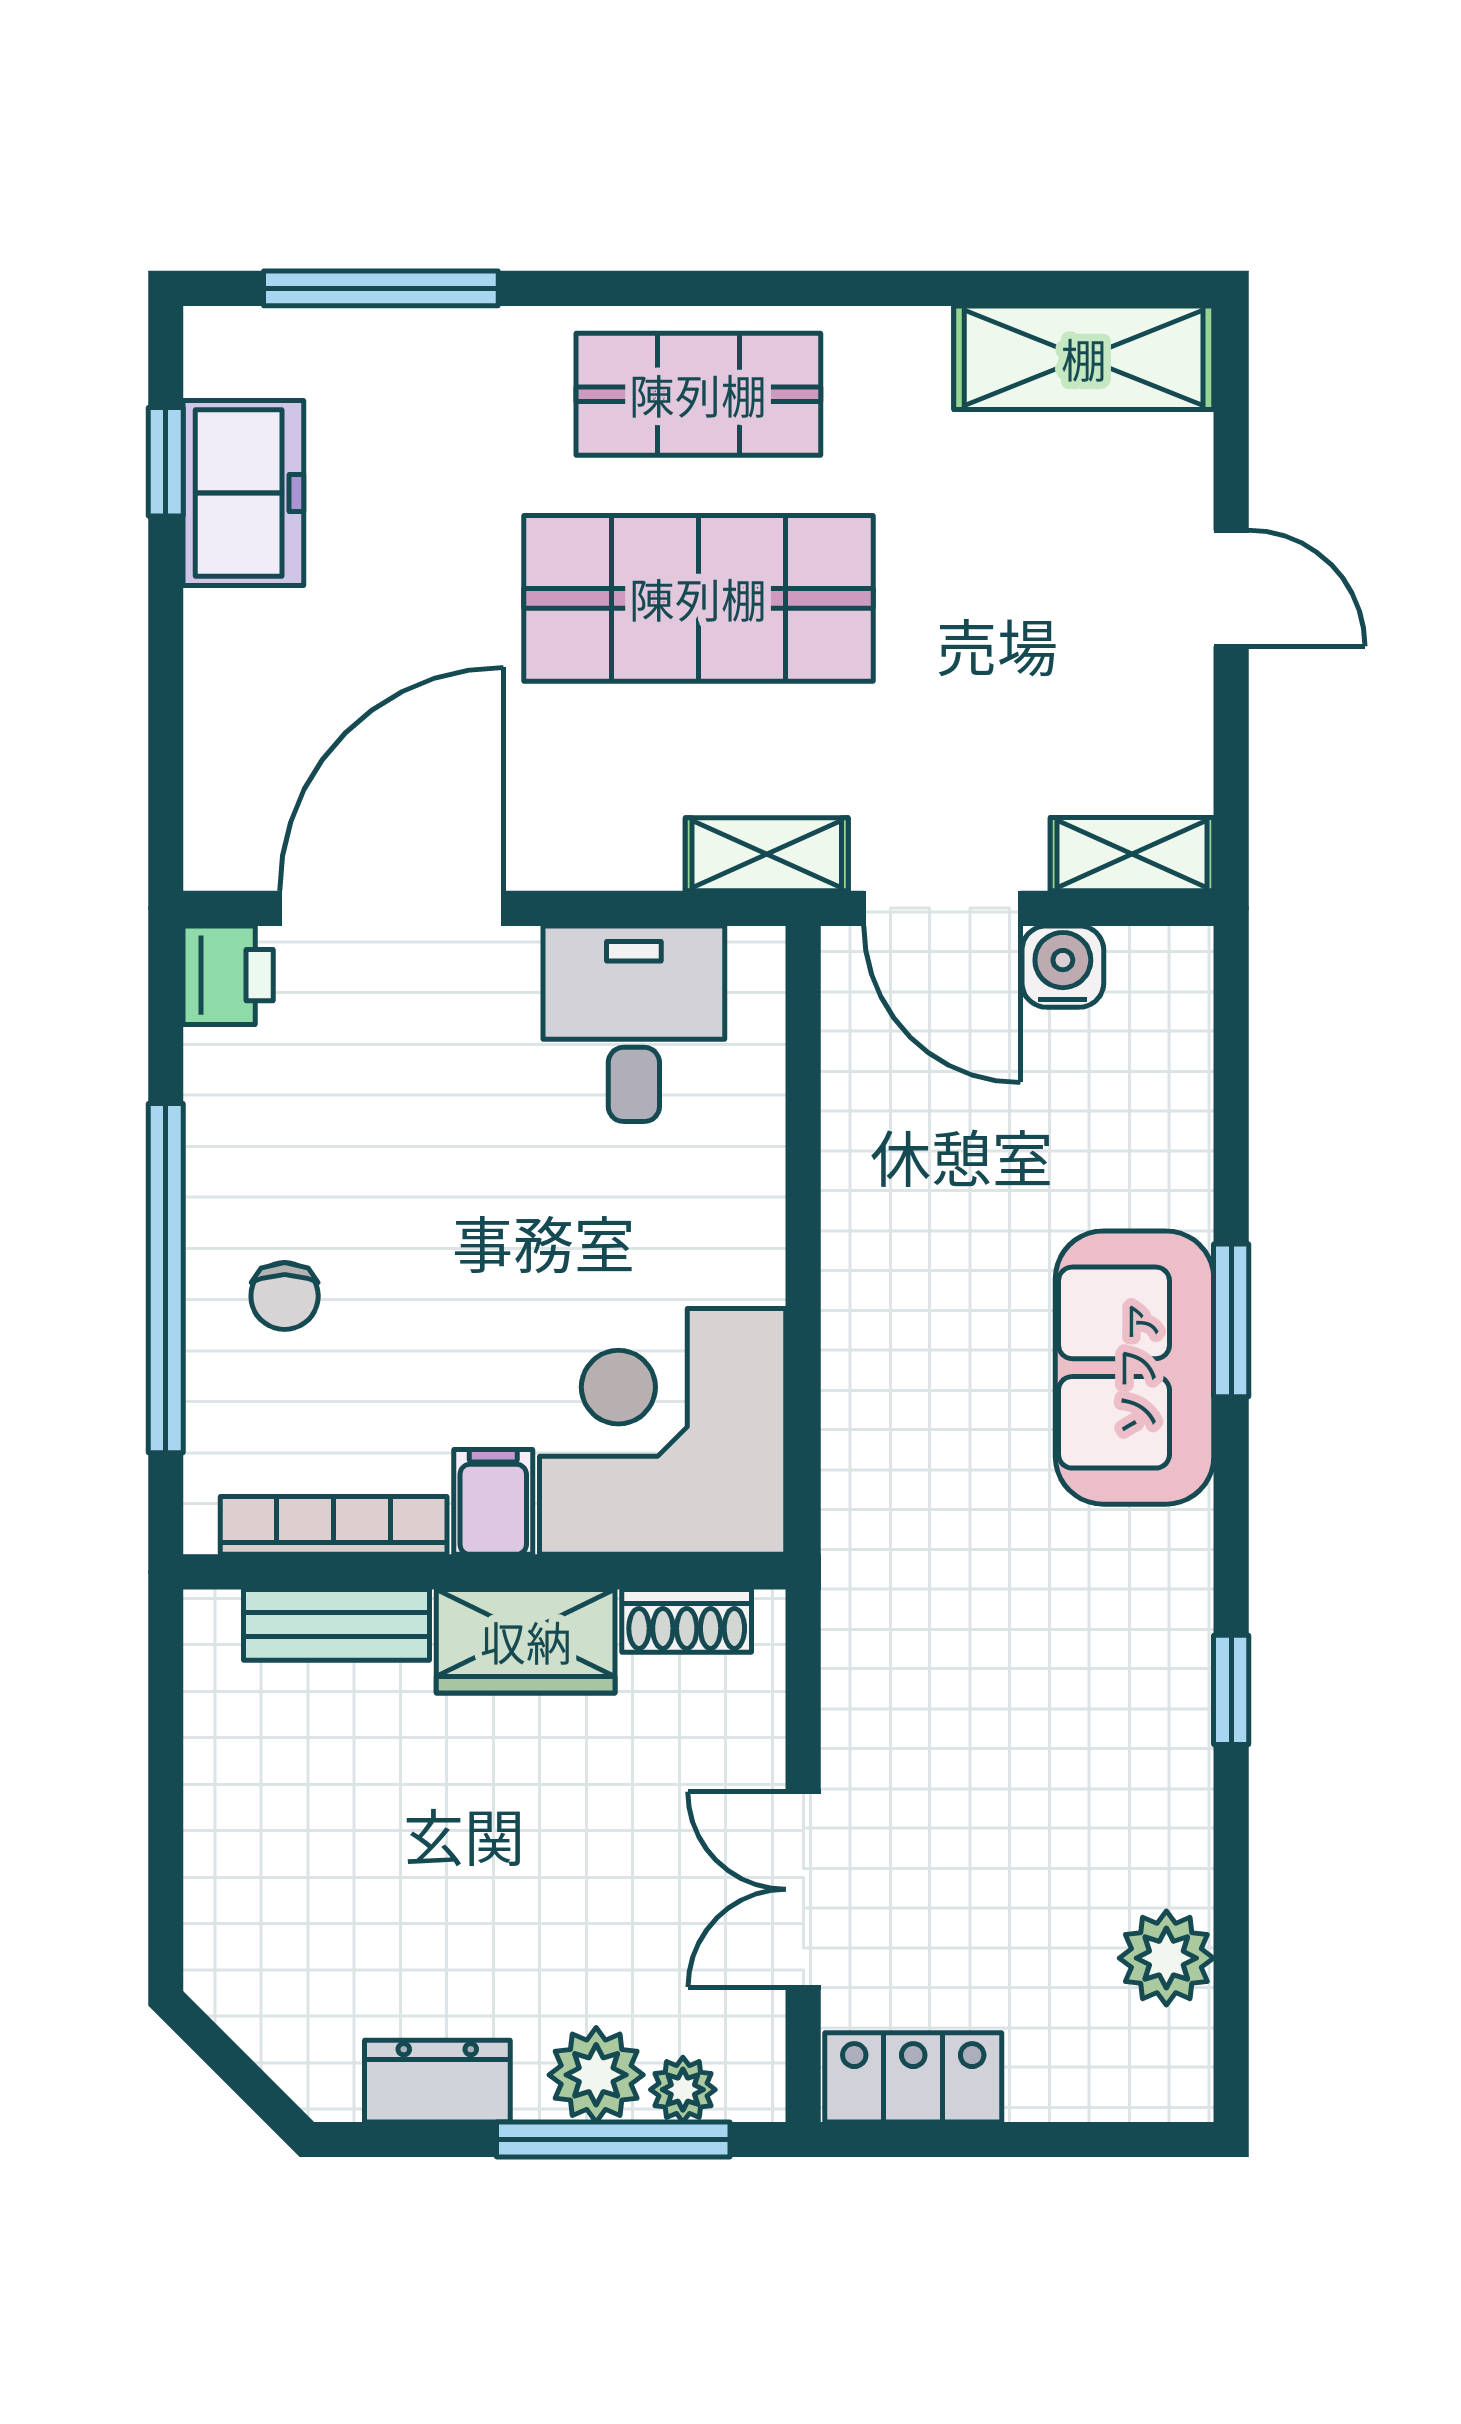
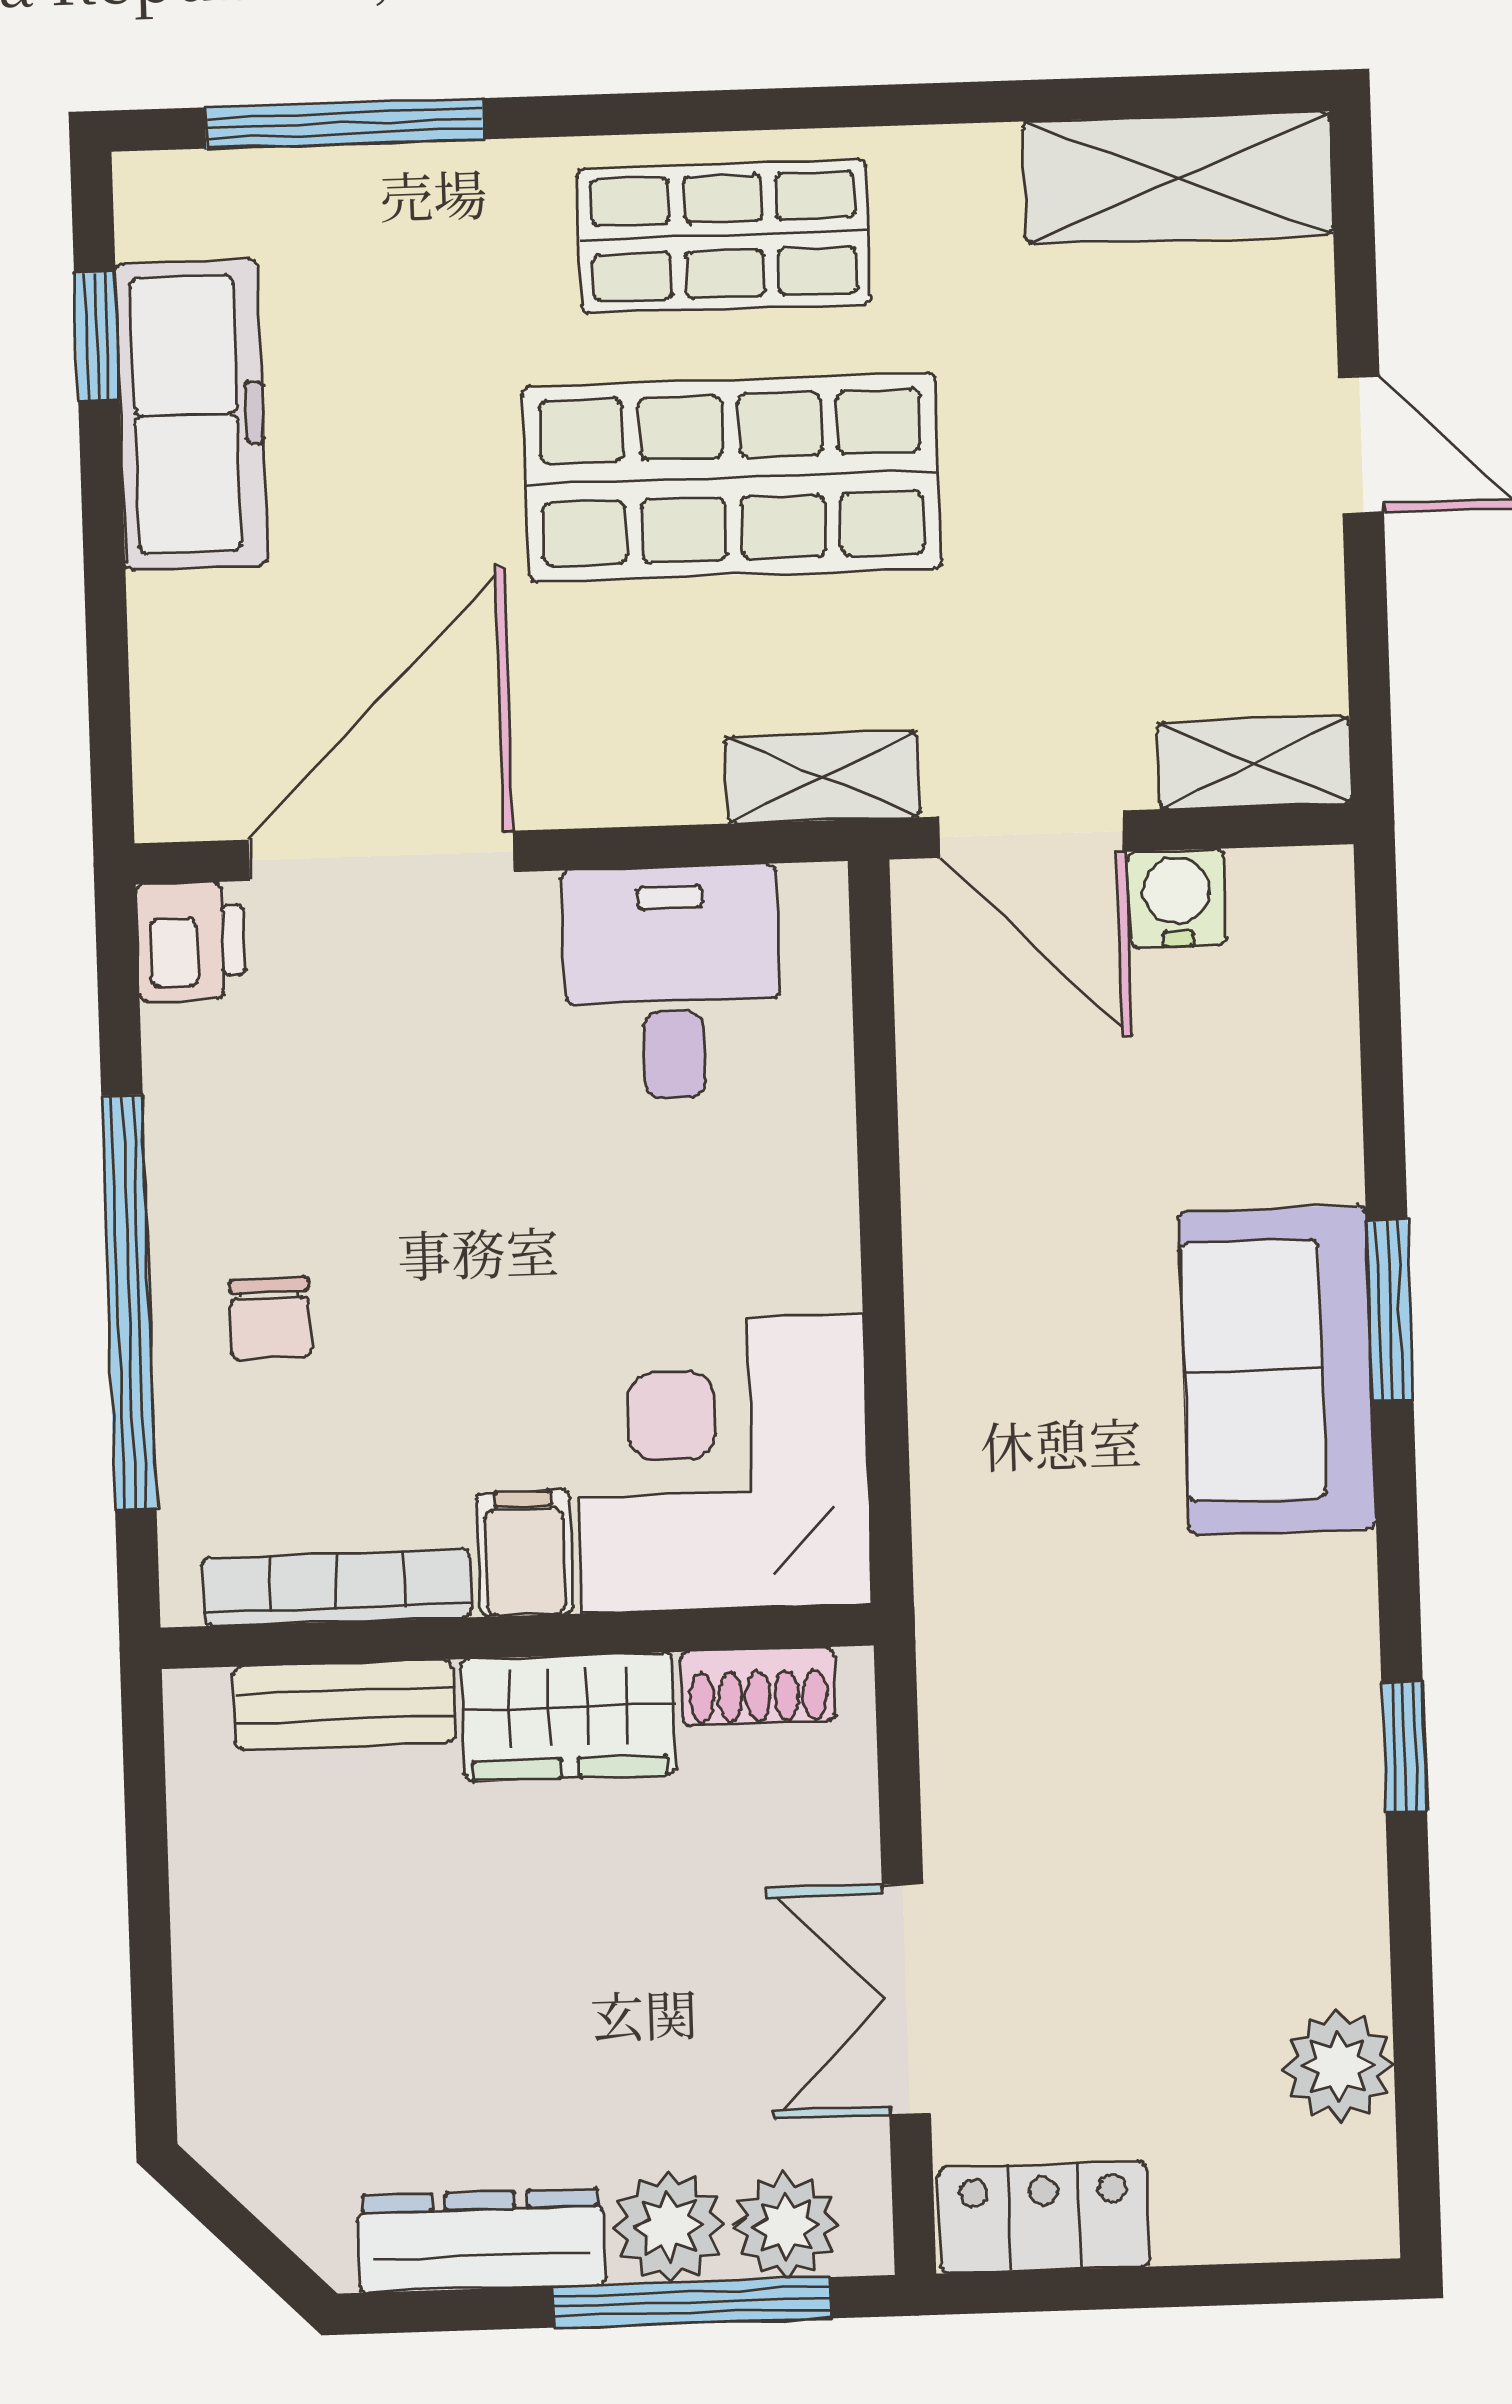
freezer: (243, 493) -> (191, 414), width x1.40
dresser: (437, 2081) -> (481, 2240), width x1.44
plant: (683, 2090) -> (786, 2226), width x1.38, depth x1.38

